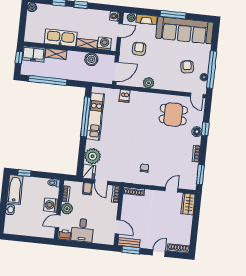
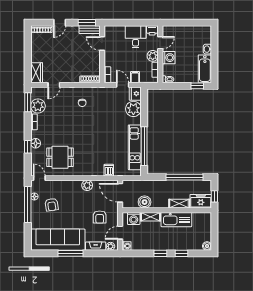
door: (115, 72) -> (120, 193), hinge flipped
plant: (190, 170) -> (38, 106), added

